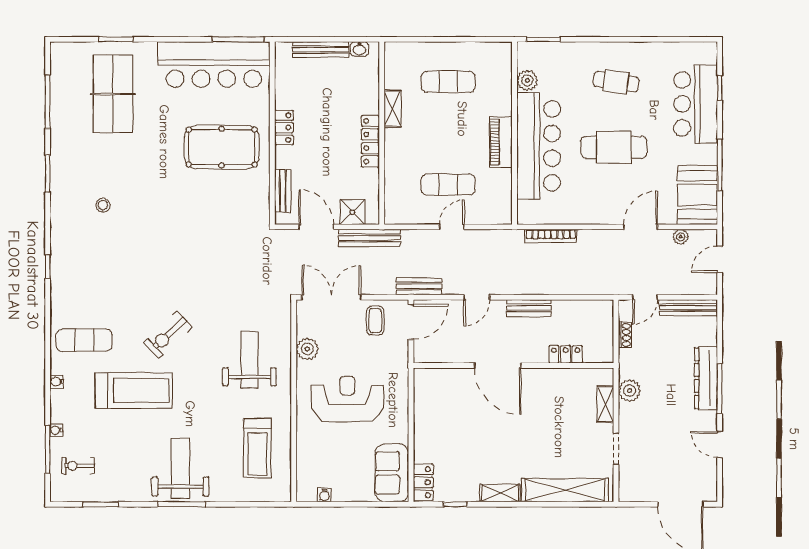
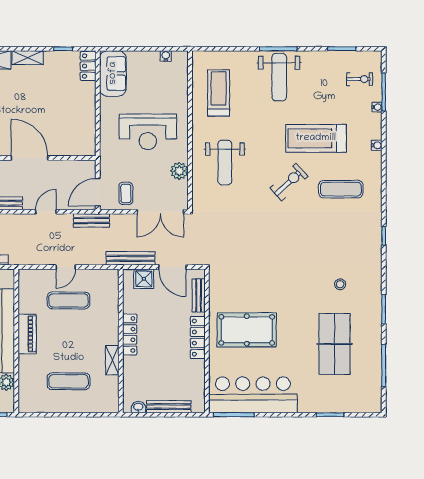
table tennis table: (113, 94) -> (334, 344), moved
locker: (284, 128) -> (198, 338), width x1.53
exercise mat: (84, 340) -> (341, 189), moved

